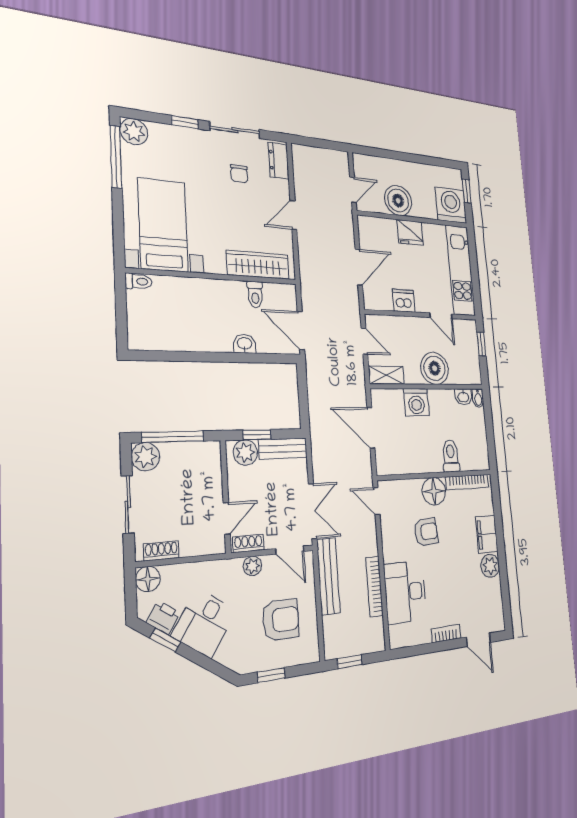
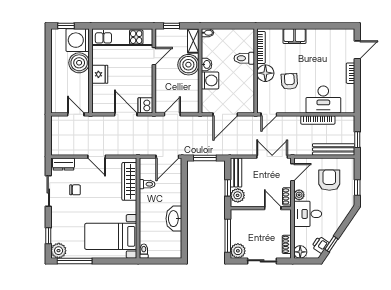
window: (185, 122) -> (48, 236), moved
boiler: (398, 201) -> (79, 63), moved
dishwasher: (404, 301) -> (145, 105), moved
washbasin: (244, 344) -> (174, 219), moved, width x1.91, depth x1.45
shelving: (386, 375) -> (193, 41), moved
window: (303, 394) -> (205, 158), added
washbasin: (463, 397) -> (207, 64), moved
plant: (490, 566) -> (314, 36), removed
bench: (328, 576) -> (334, 149), moved
desk: (204, 623) -> (308, 214), moved, turned 146

